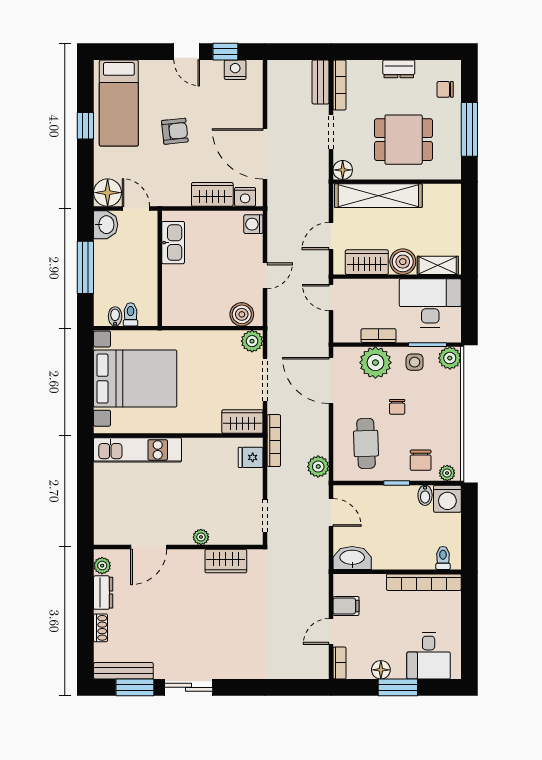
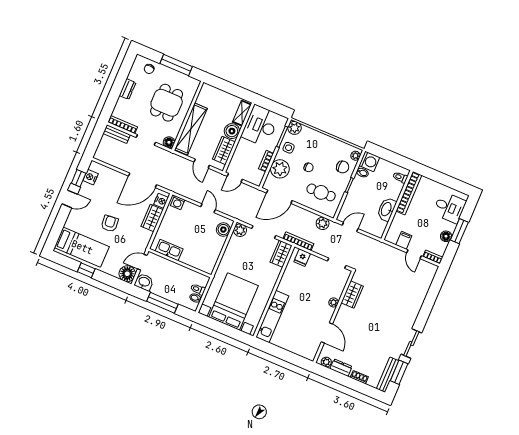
washbasin: (352, 558) -> (387, 209), moved

